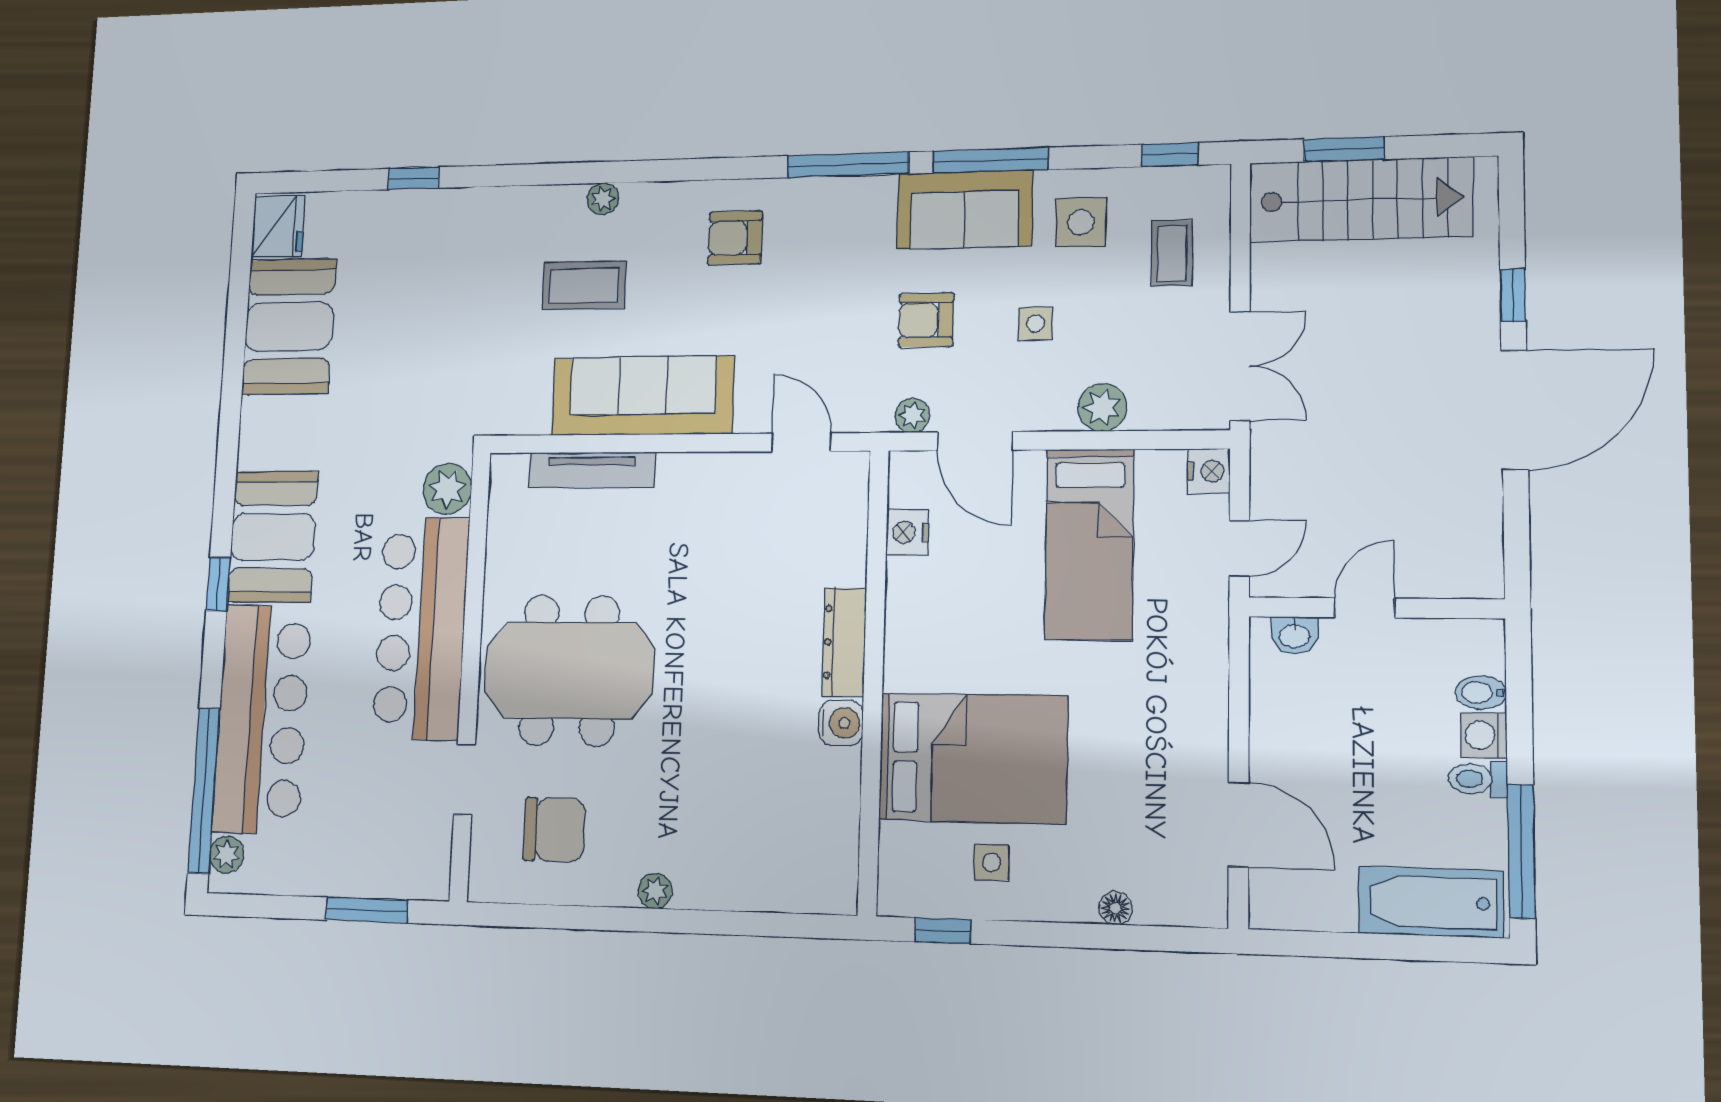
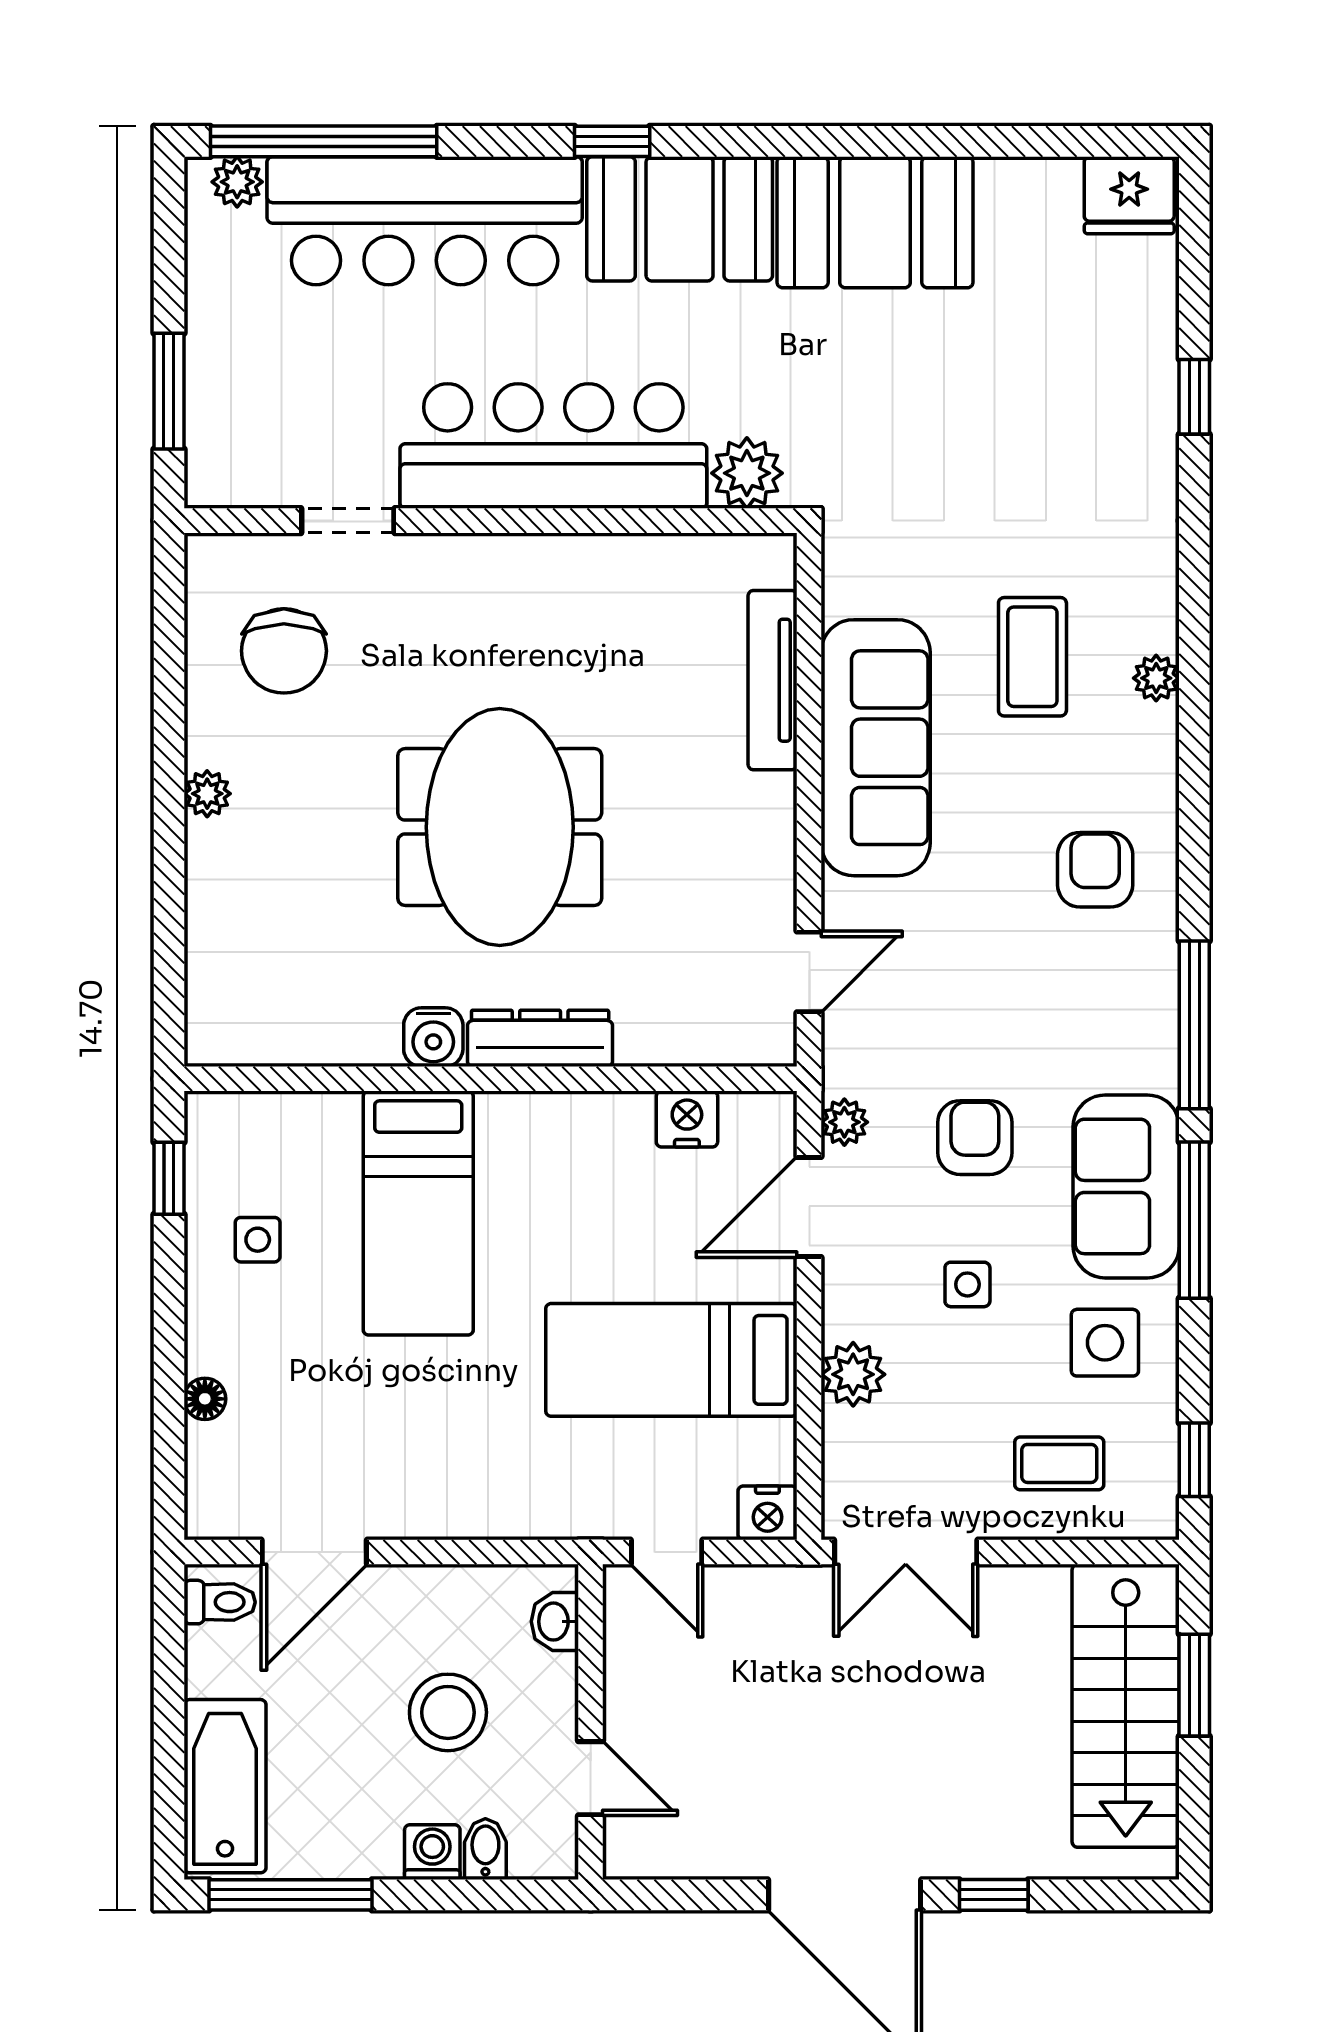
booth: (289, 326) -> (875, 222), moved
door: (1365, 608) -> (591, 1778), moved
meeting table: (569, 670) -> (500, 827), moved
stool: (1368, 721) -> (448, 1712), added
bed: (973, 758) -> (418, 1213), width x0.67
toilet: (1478, 779) -> (220, 1602), moved, turned 90

